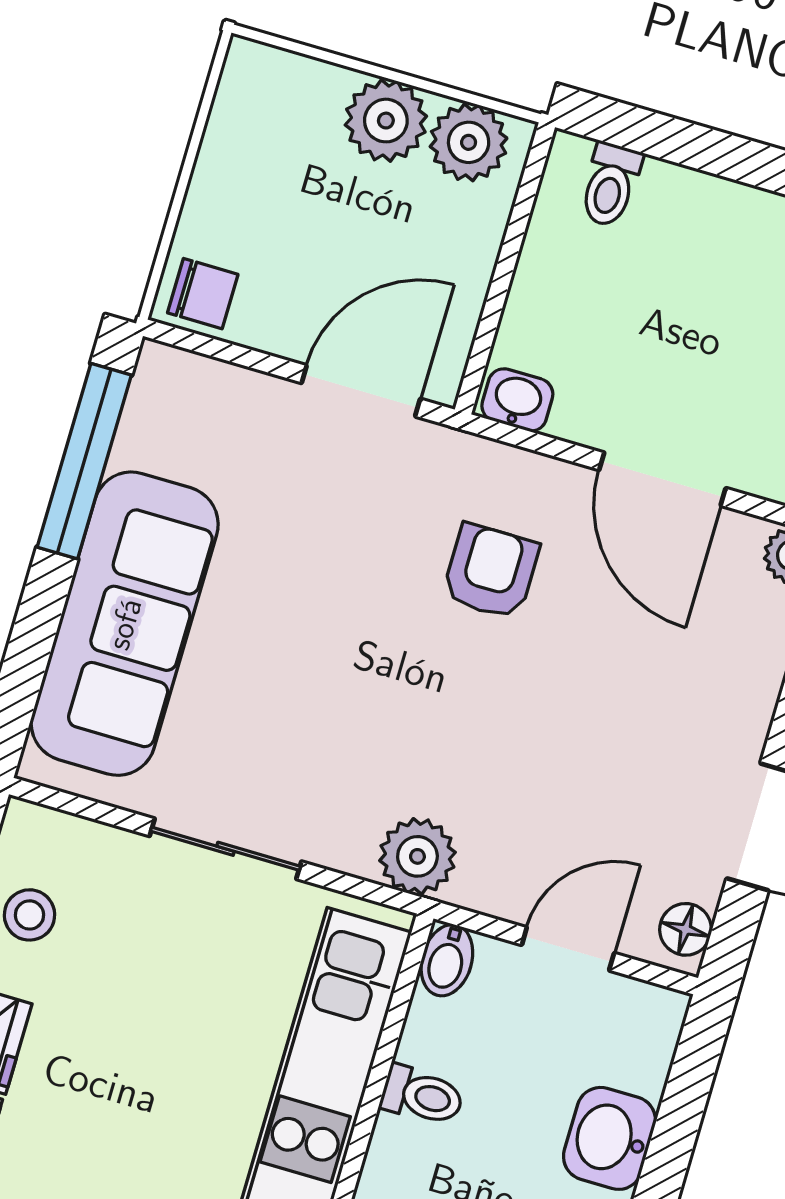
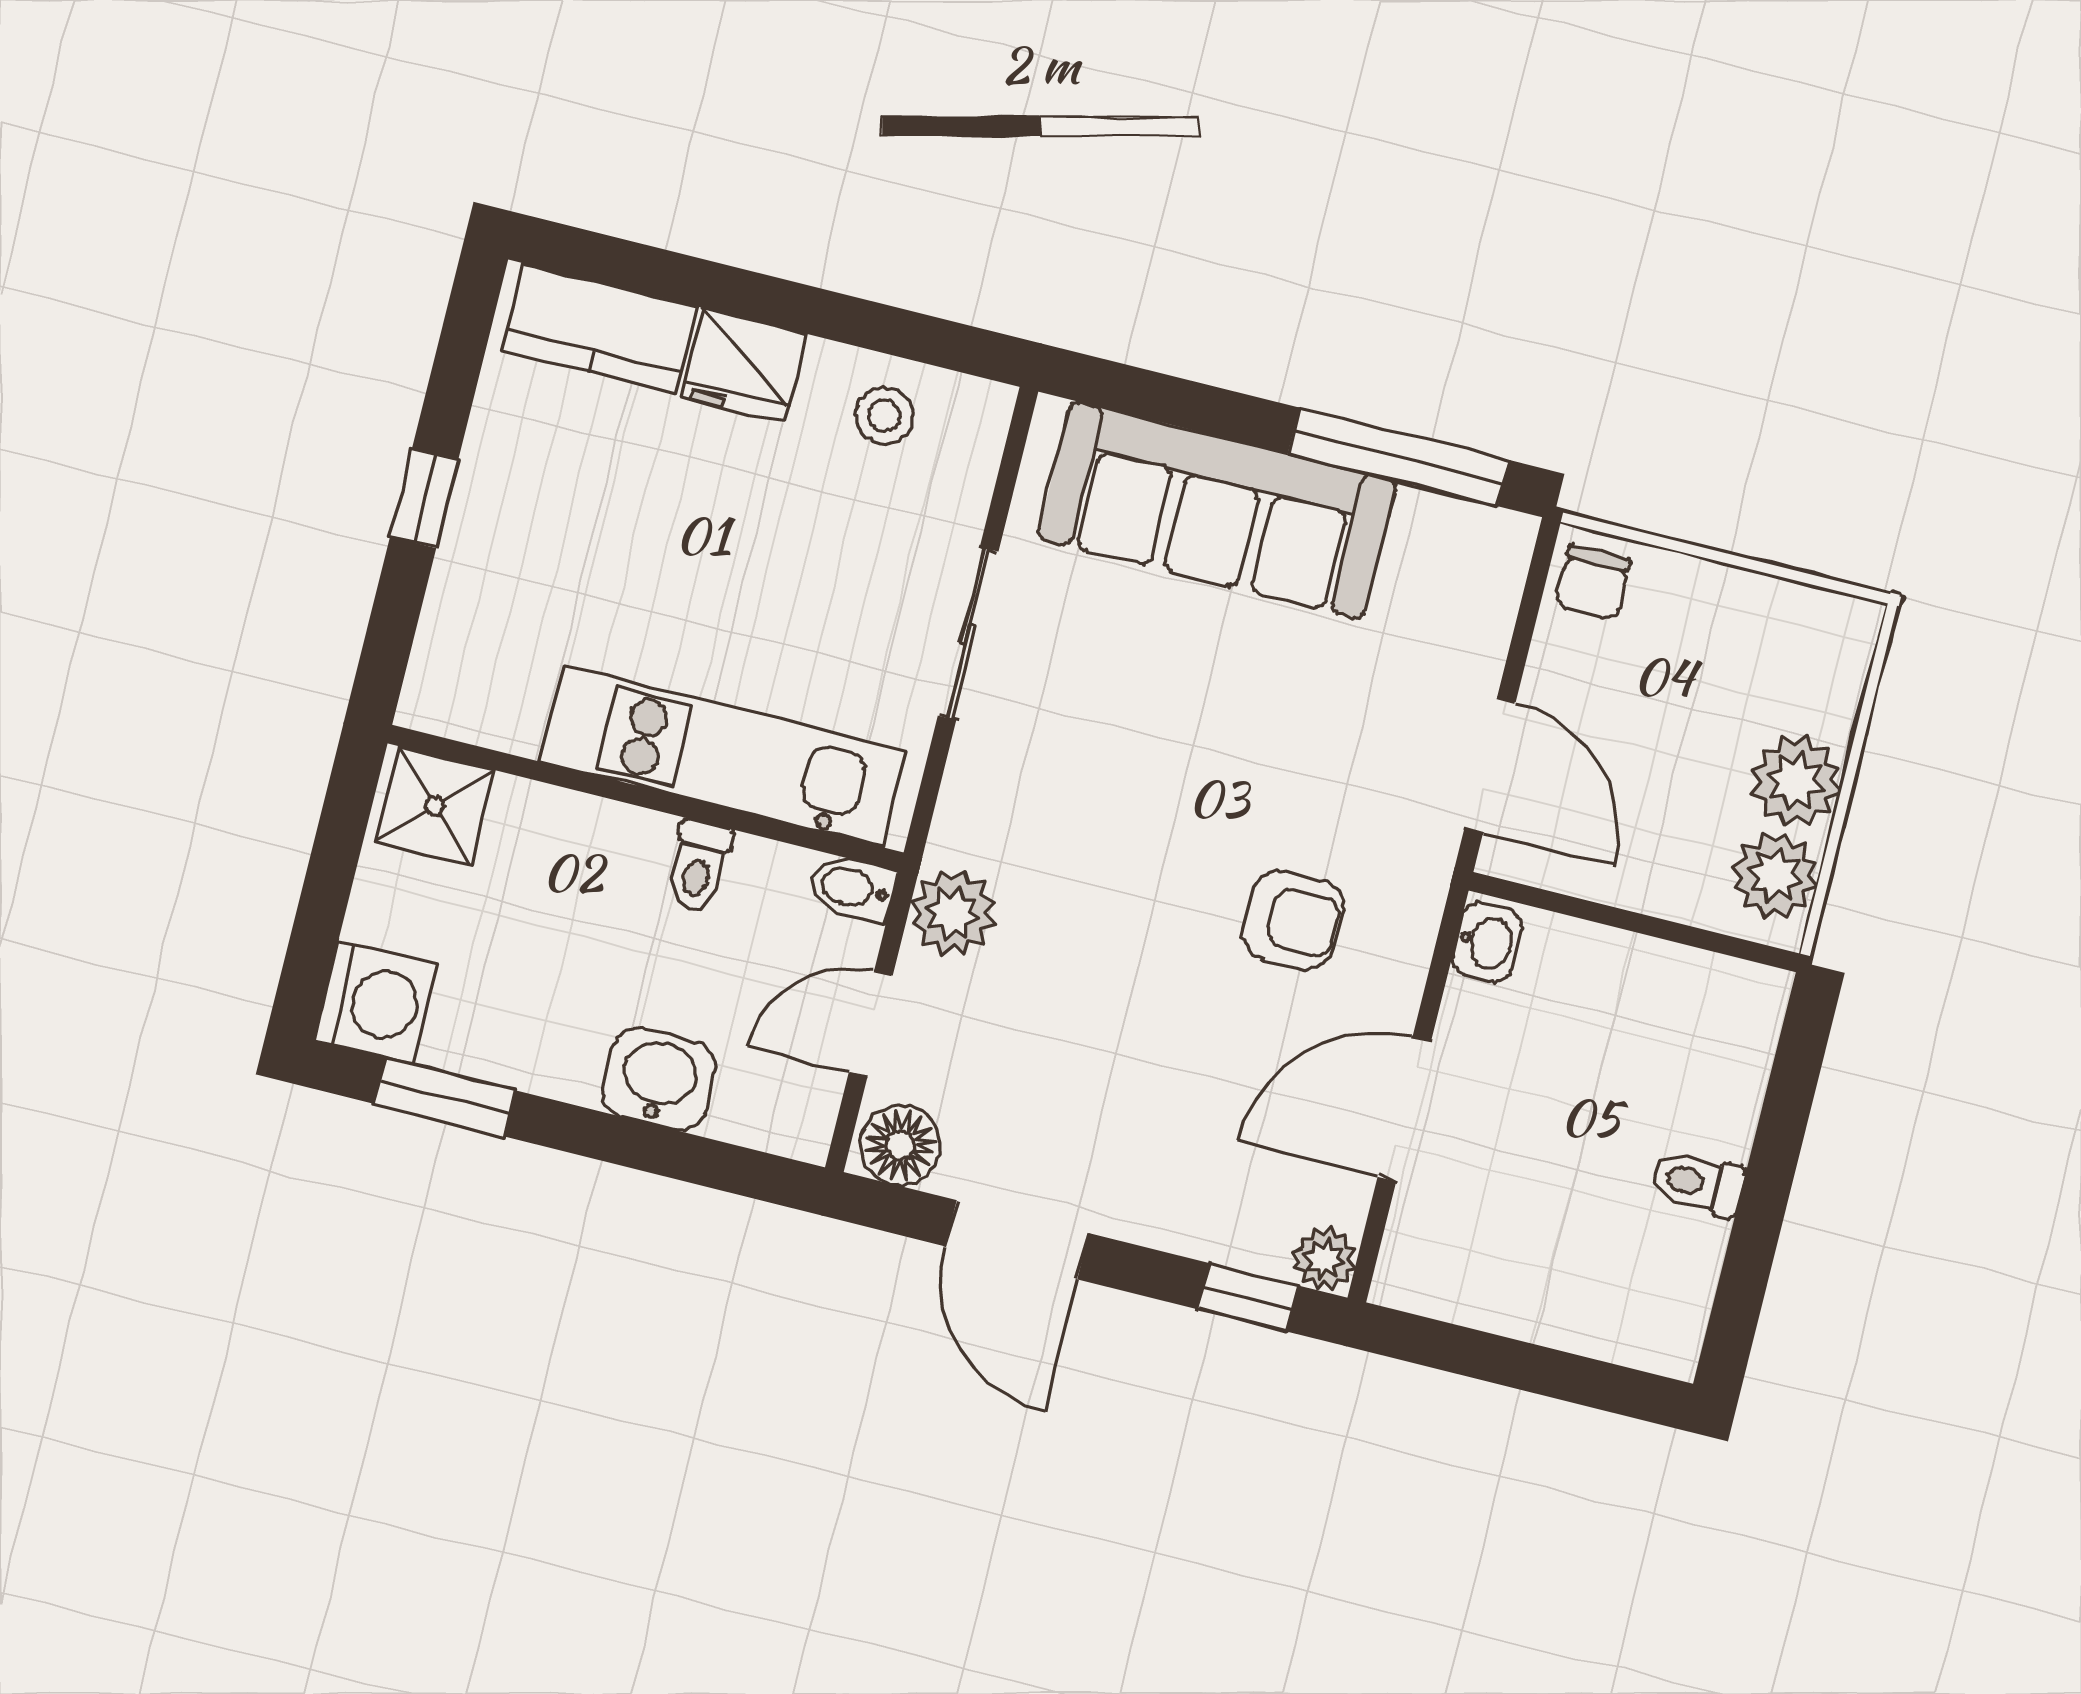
toilet: (610, 185) -> (1697, 1183), moved
plant: (417, 856) -> (952, 913), moved
floor lamp: (686, 929) -> (901, 1145), width x1.37, depth x1.37
door: (568, 949) -> (871, 1024), swing flipped

